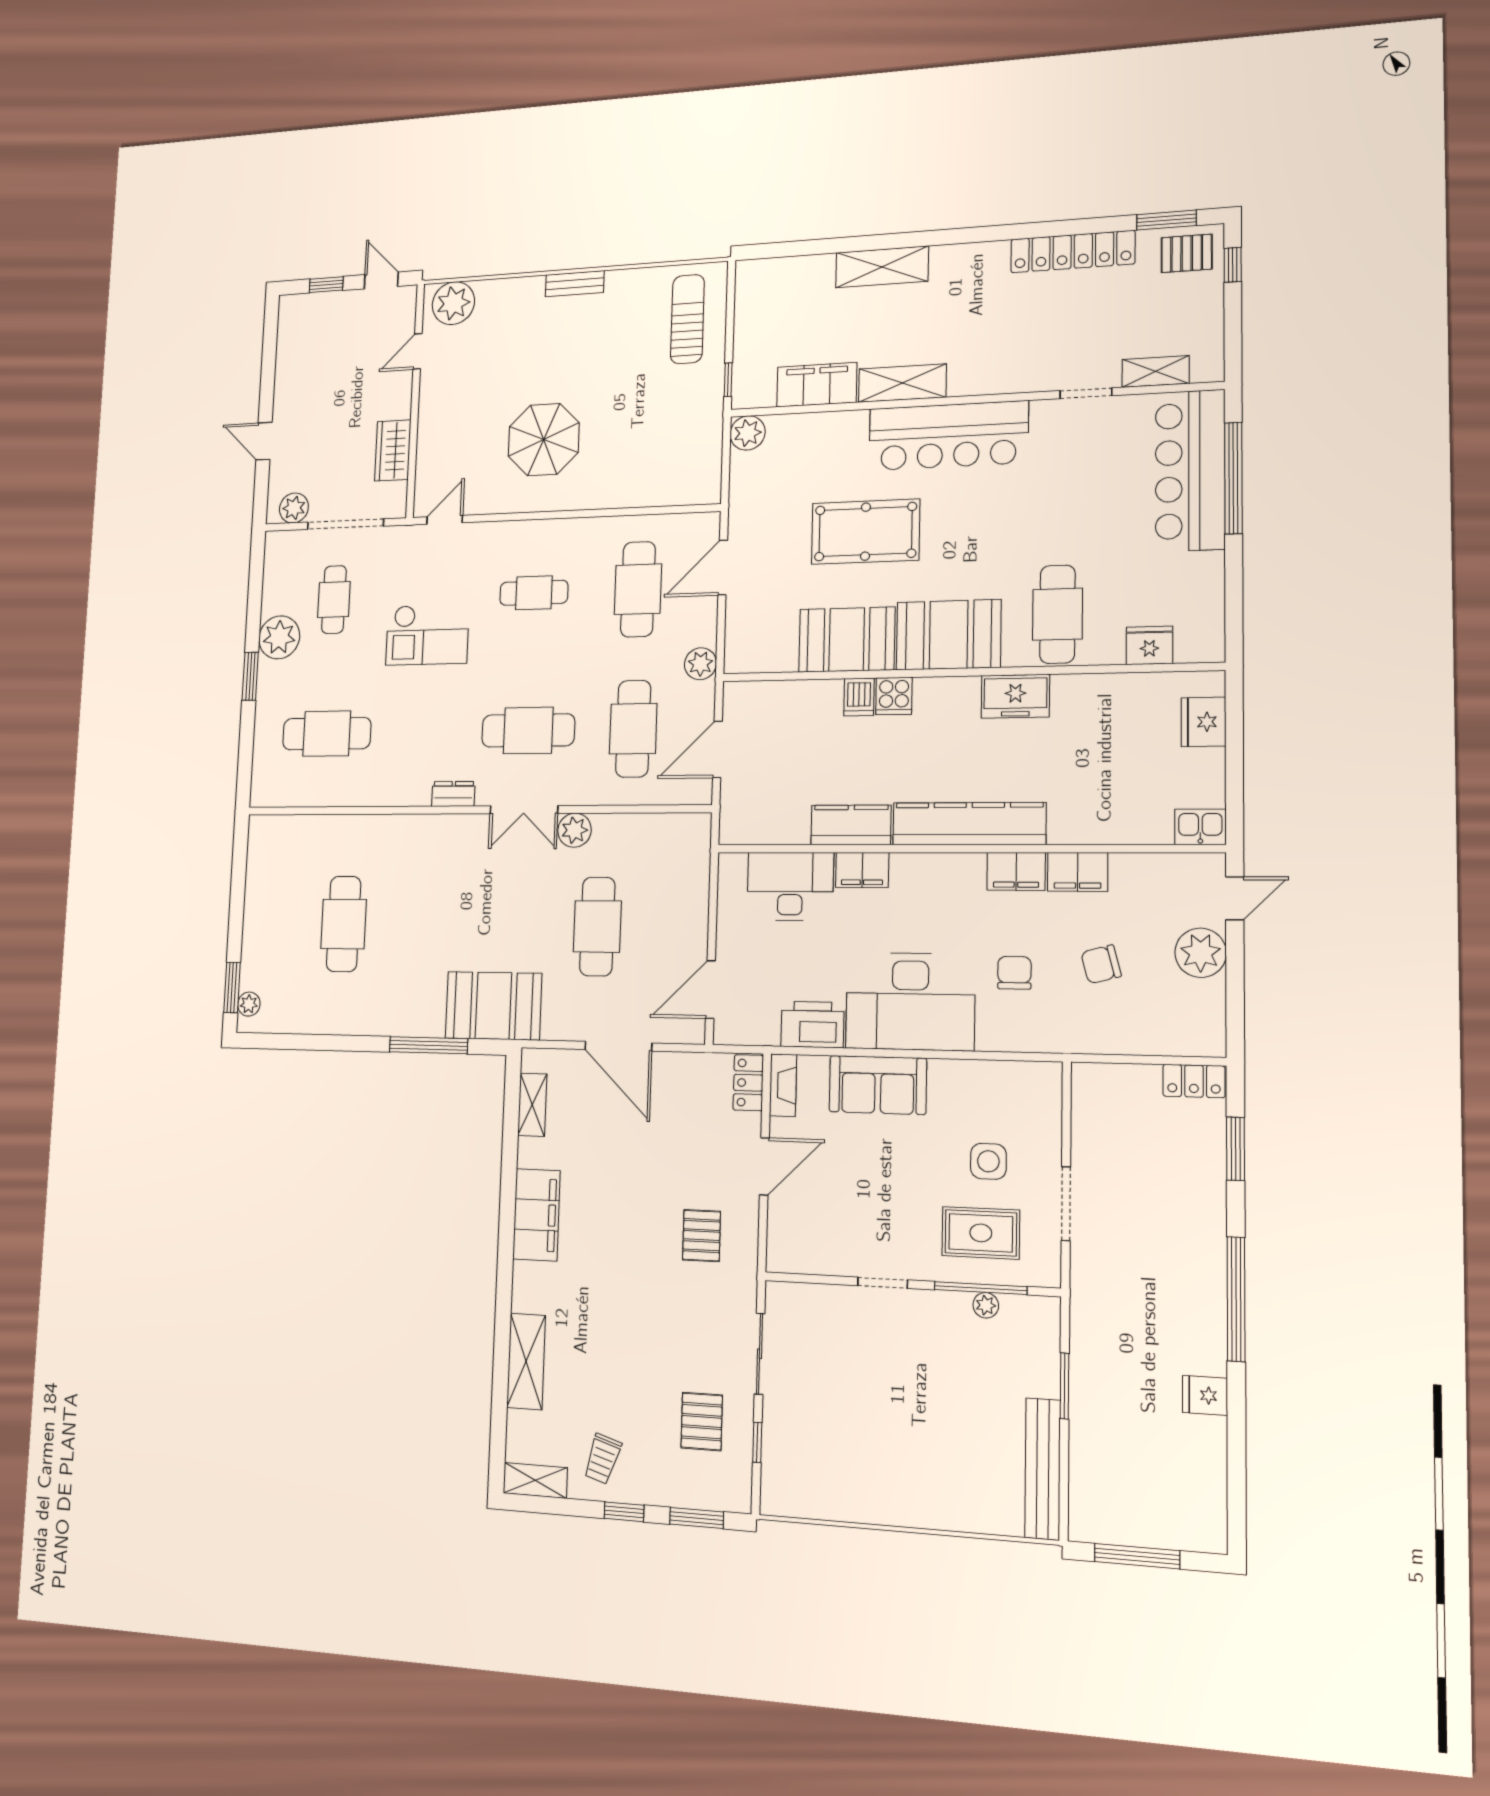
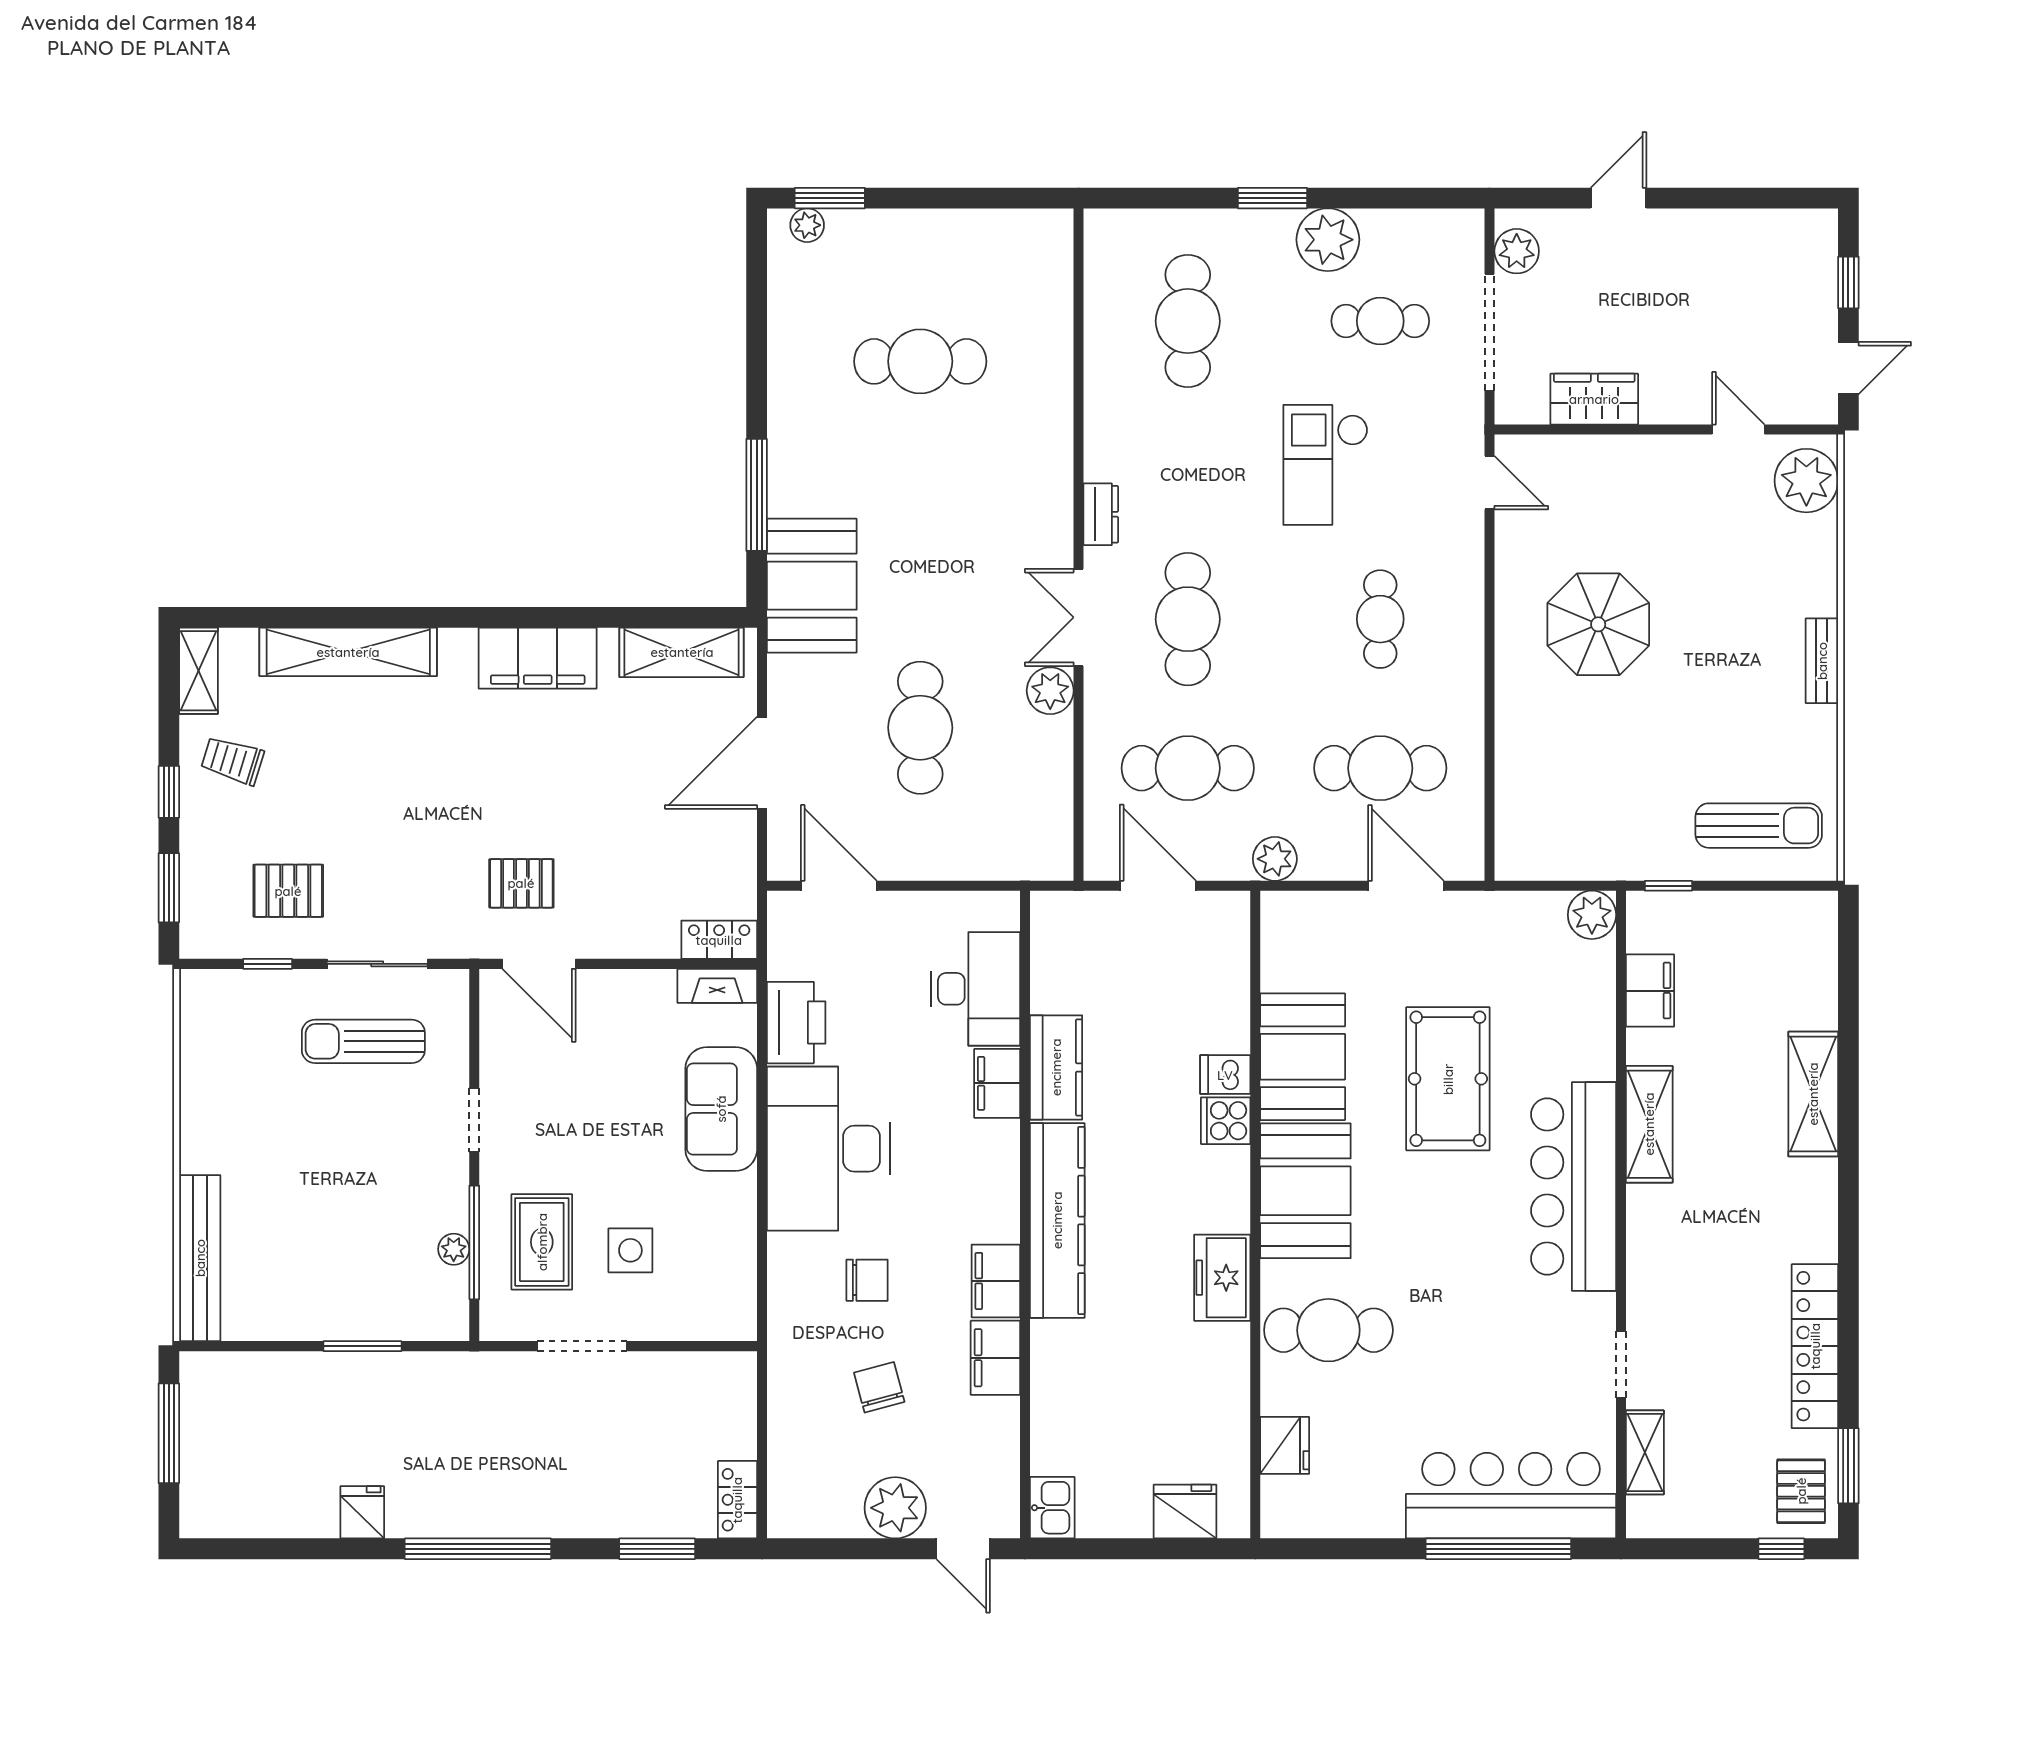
filing cabinet: (817, 385) -> (1650, 991), width x0.67, depth x0.86
cafe table: (597, 926) -> (920, 728), turned 90
shelving: (532, 1105) -> (682, 652), width x1.50, depth x1.33
door: (764, 1166) -> (539, 964), moved
shelving: (526, 1361) -> (348, 652), width x1.47
sun lounger: (819, 1369) -> (363, 1041), added
bench: (1043, 1469) -> (200, 1258), moved, turned 90

